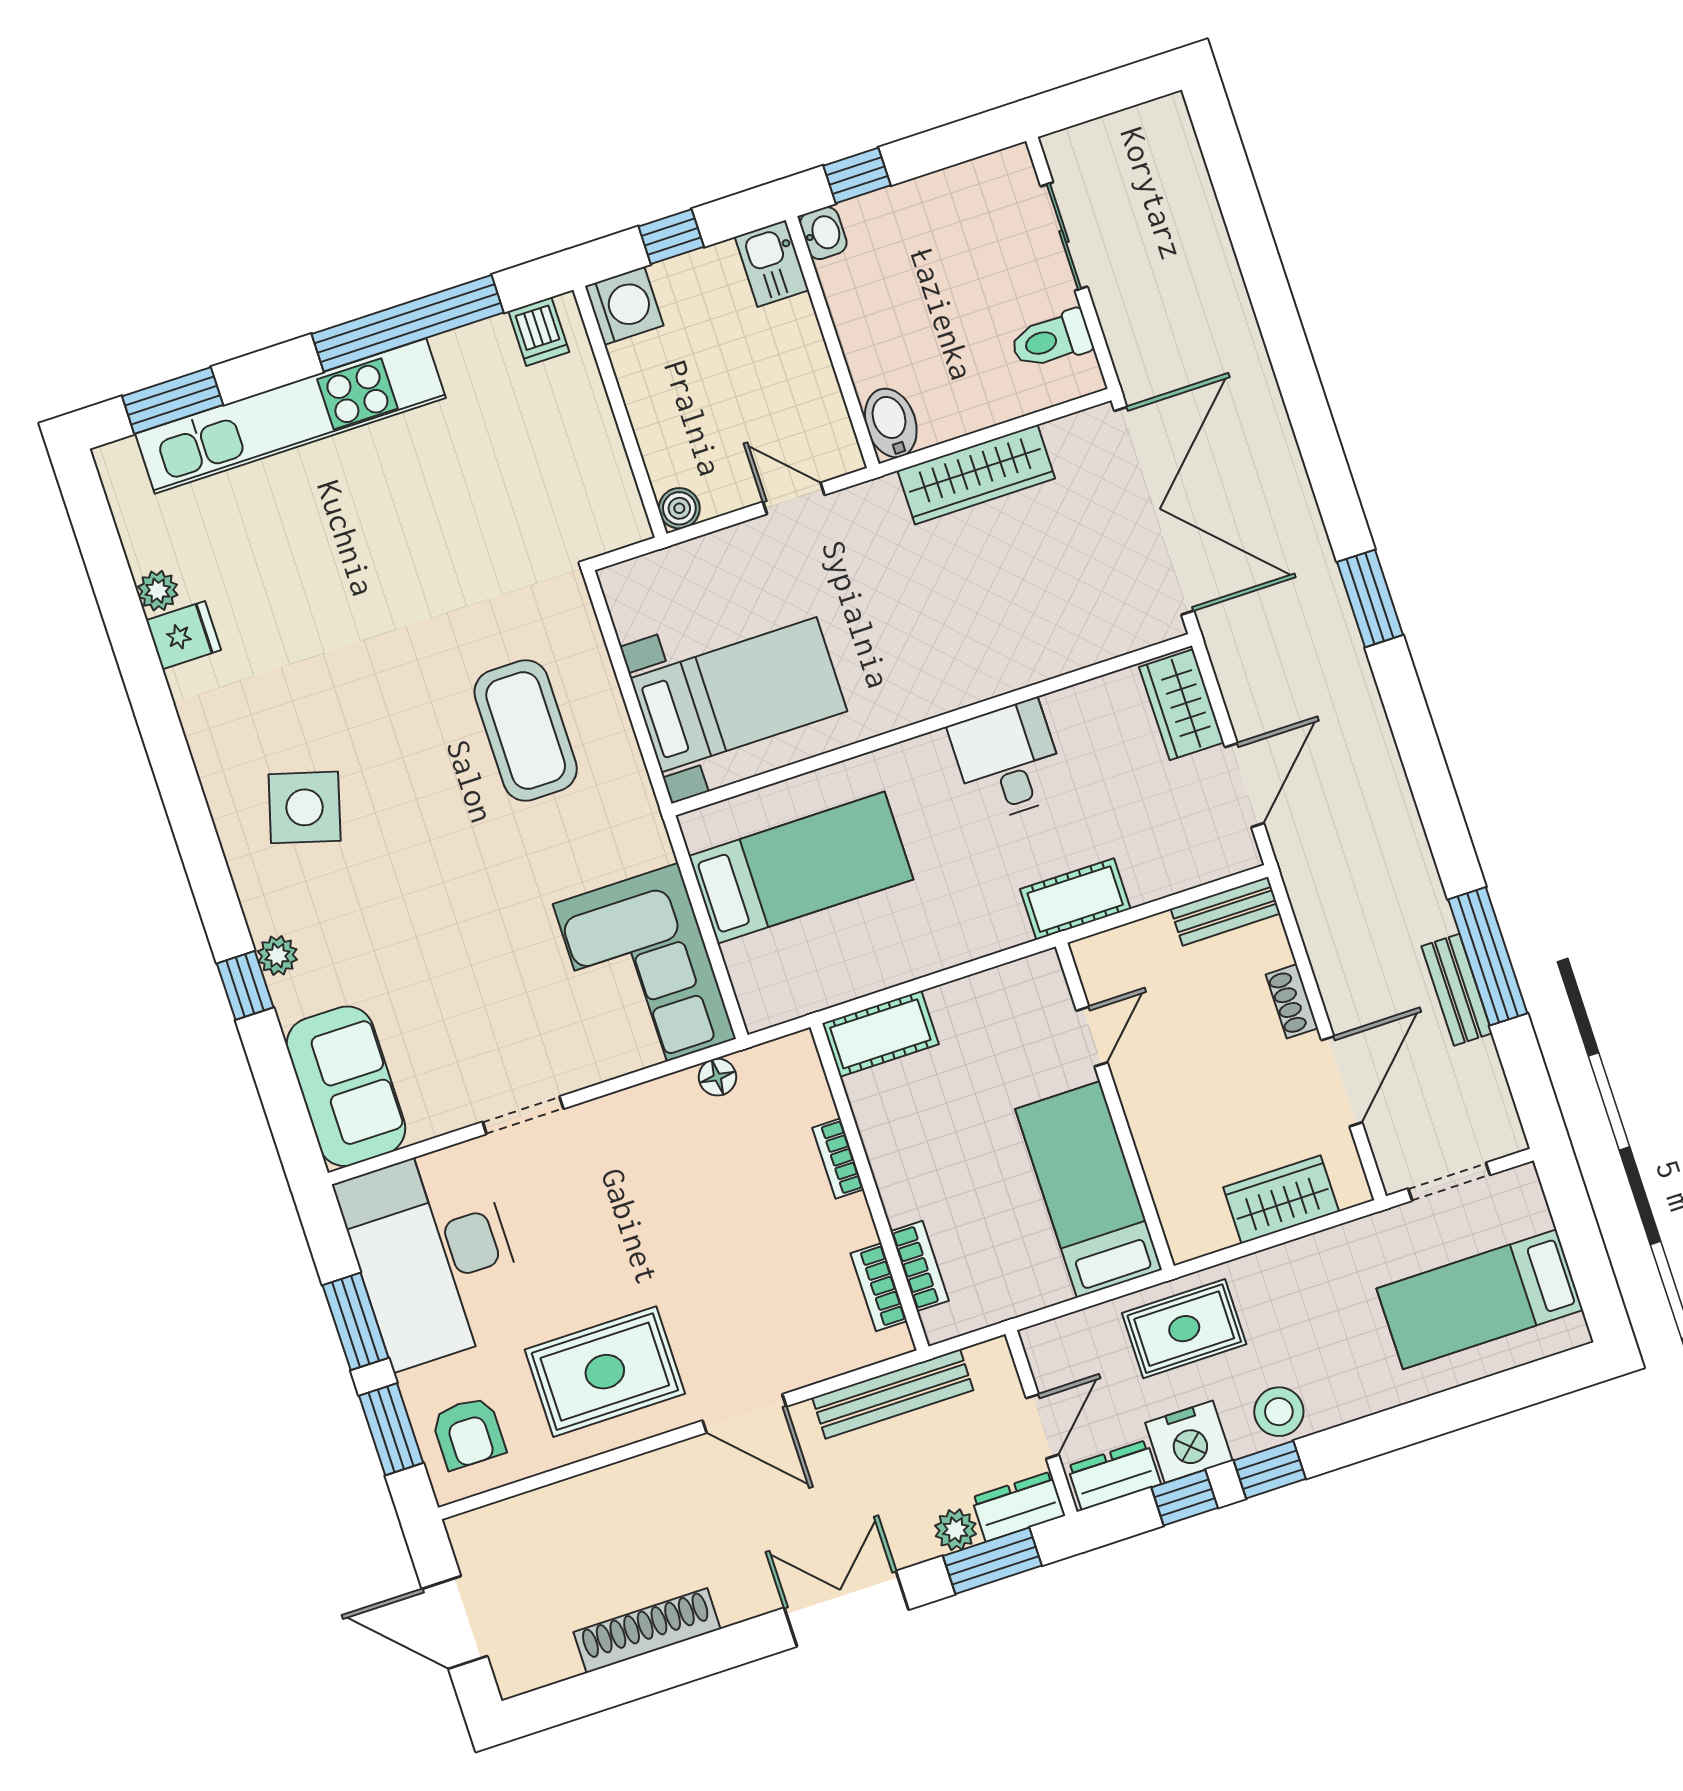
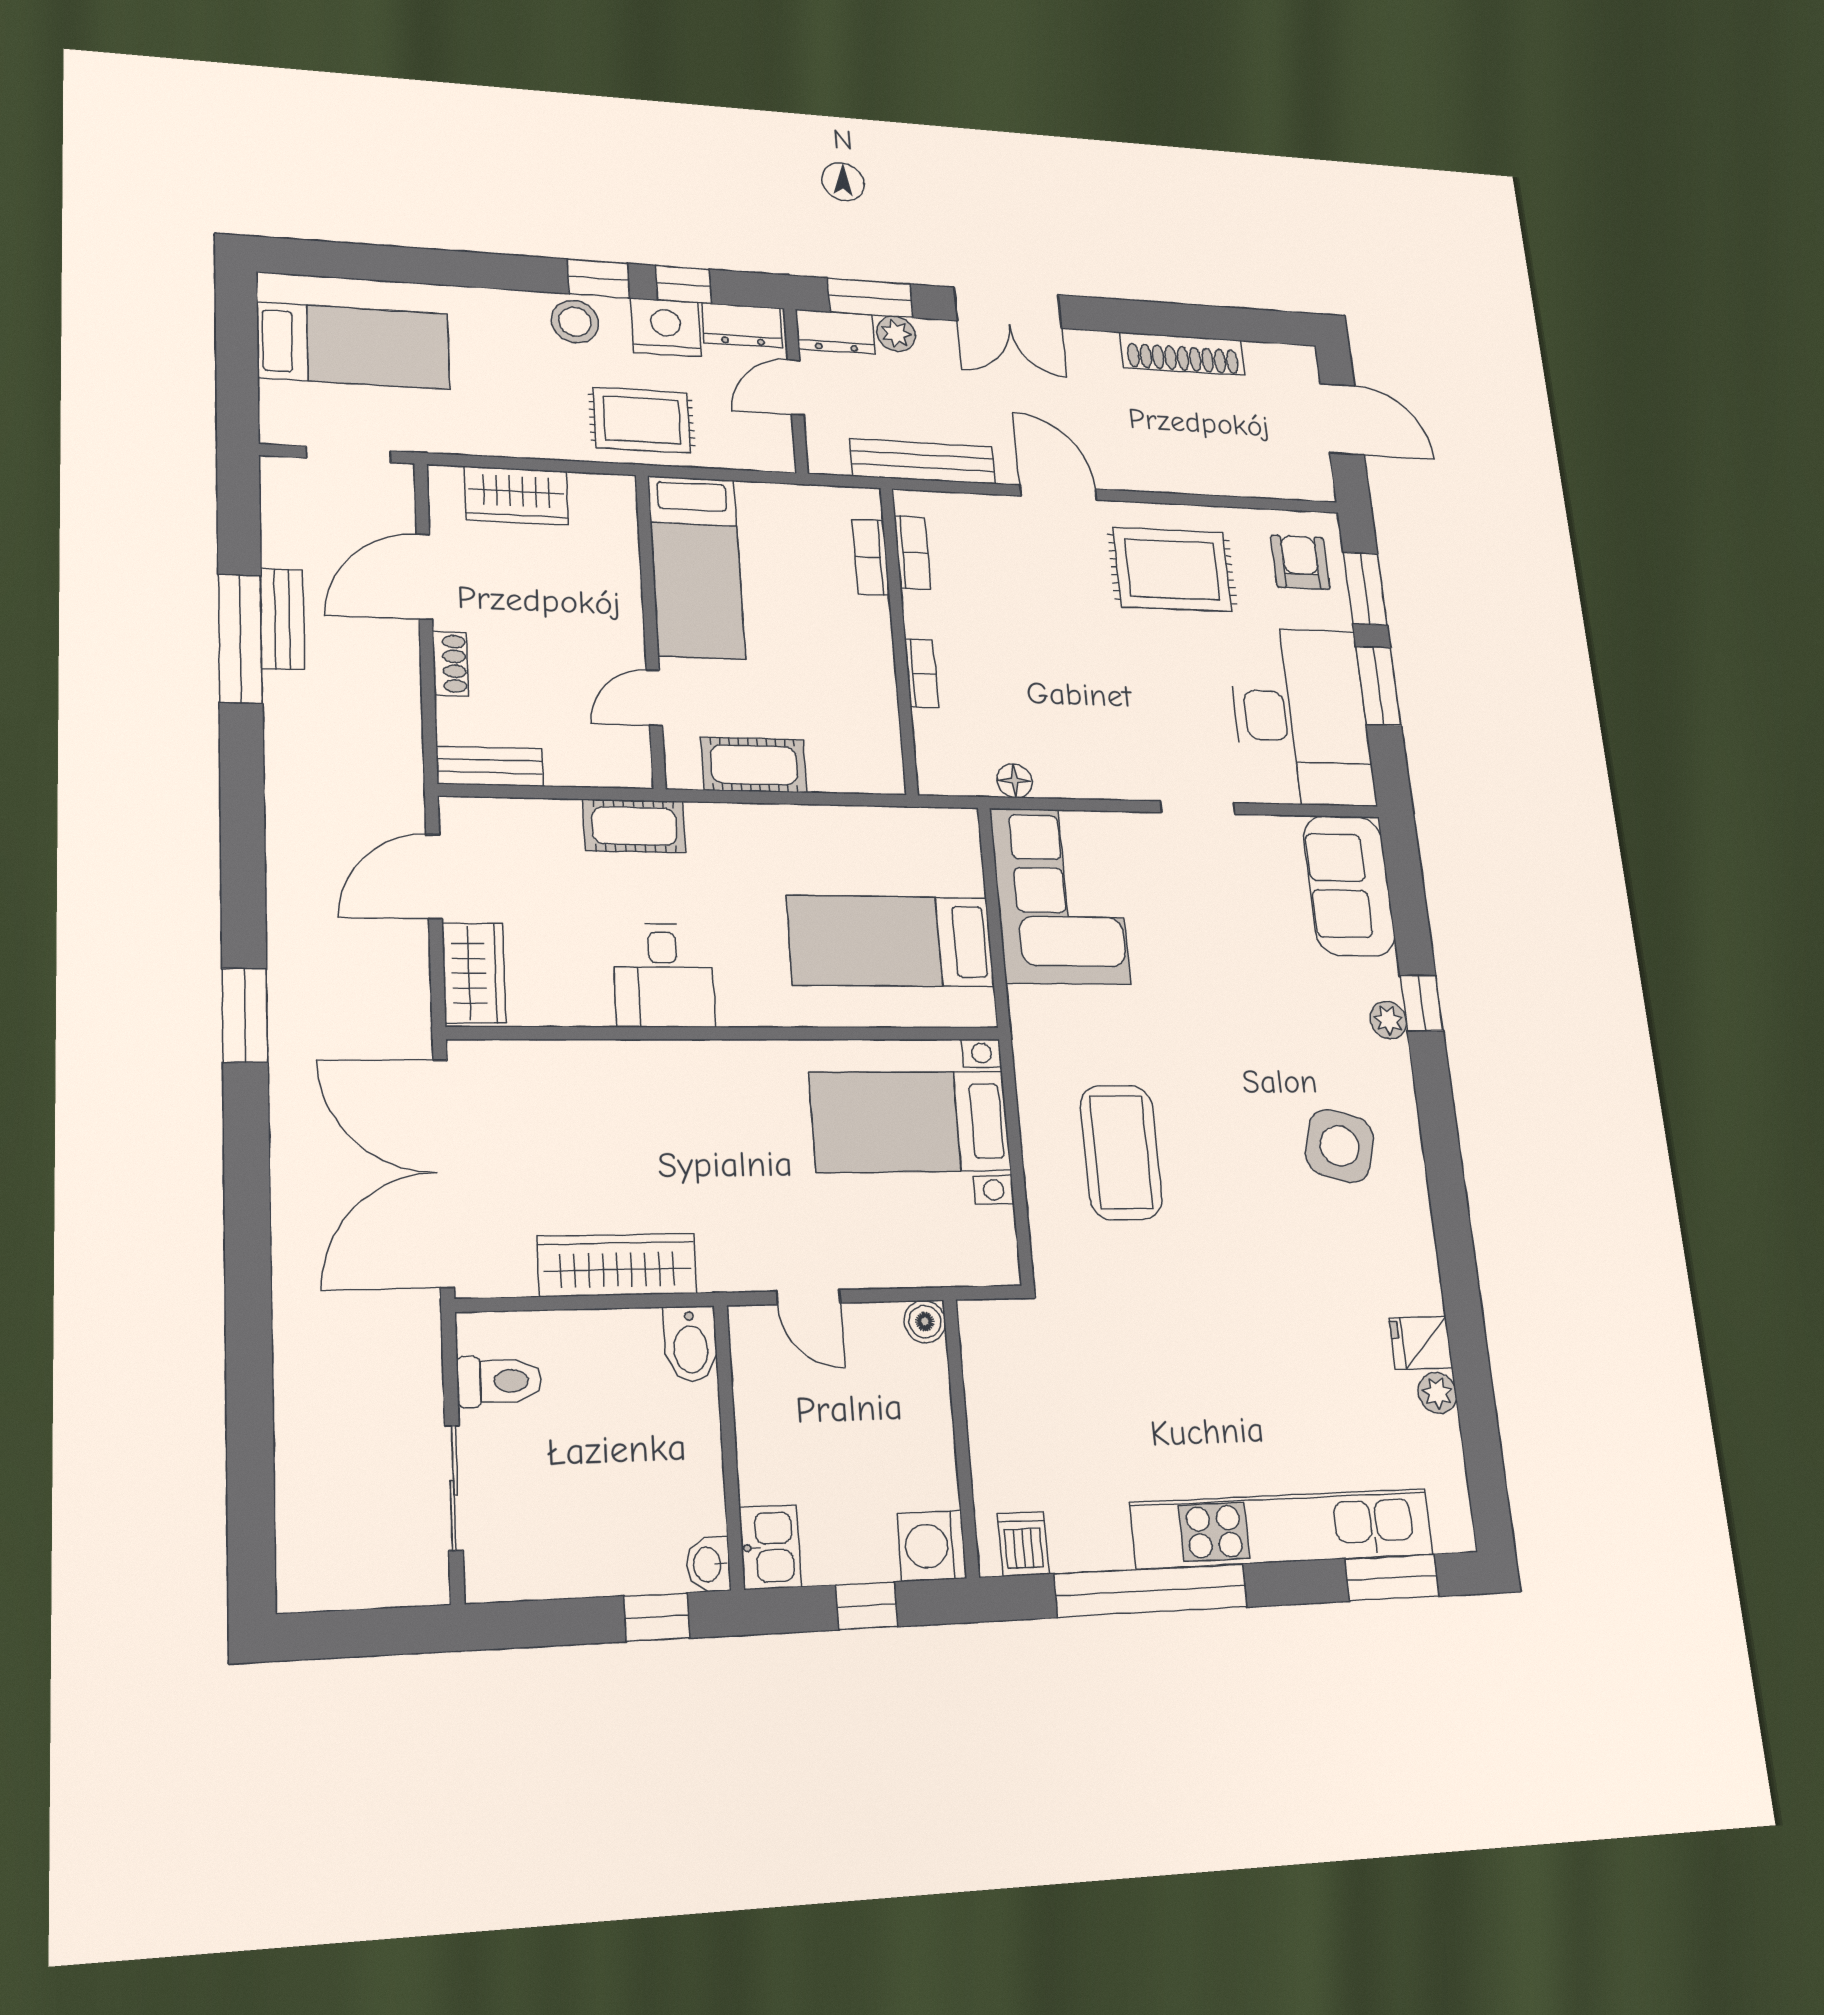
cot: (880, 1034) -> (754, 765), moved

